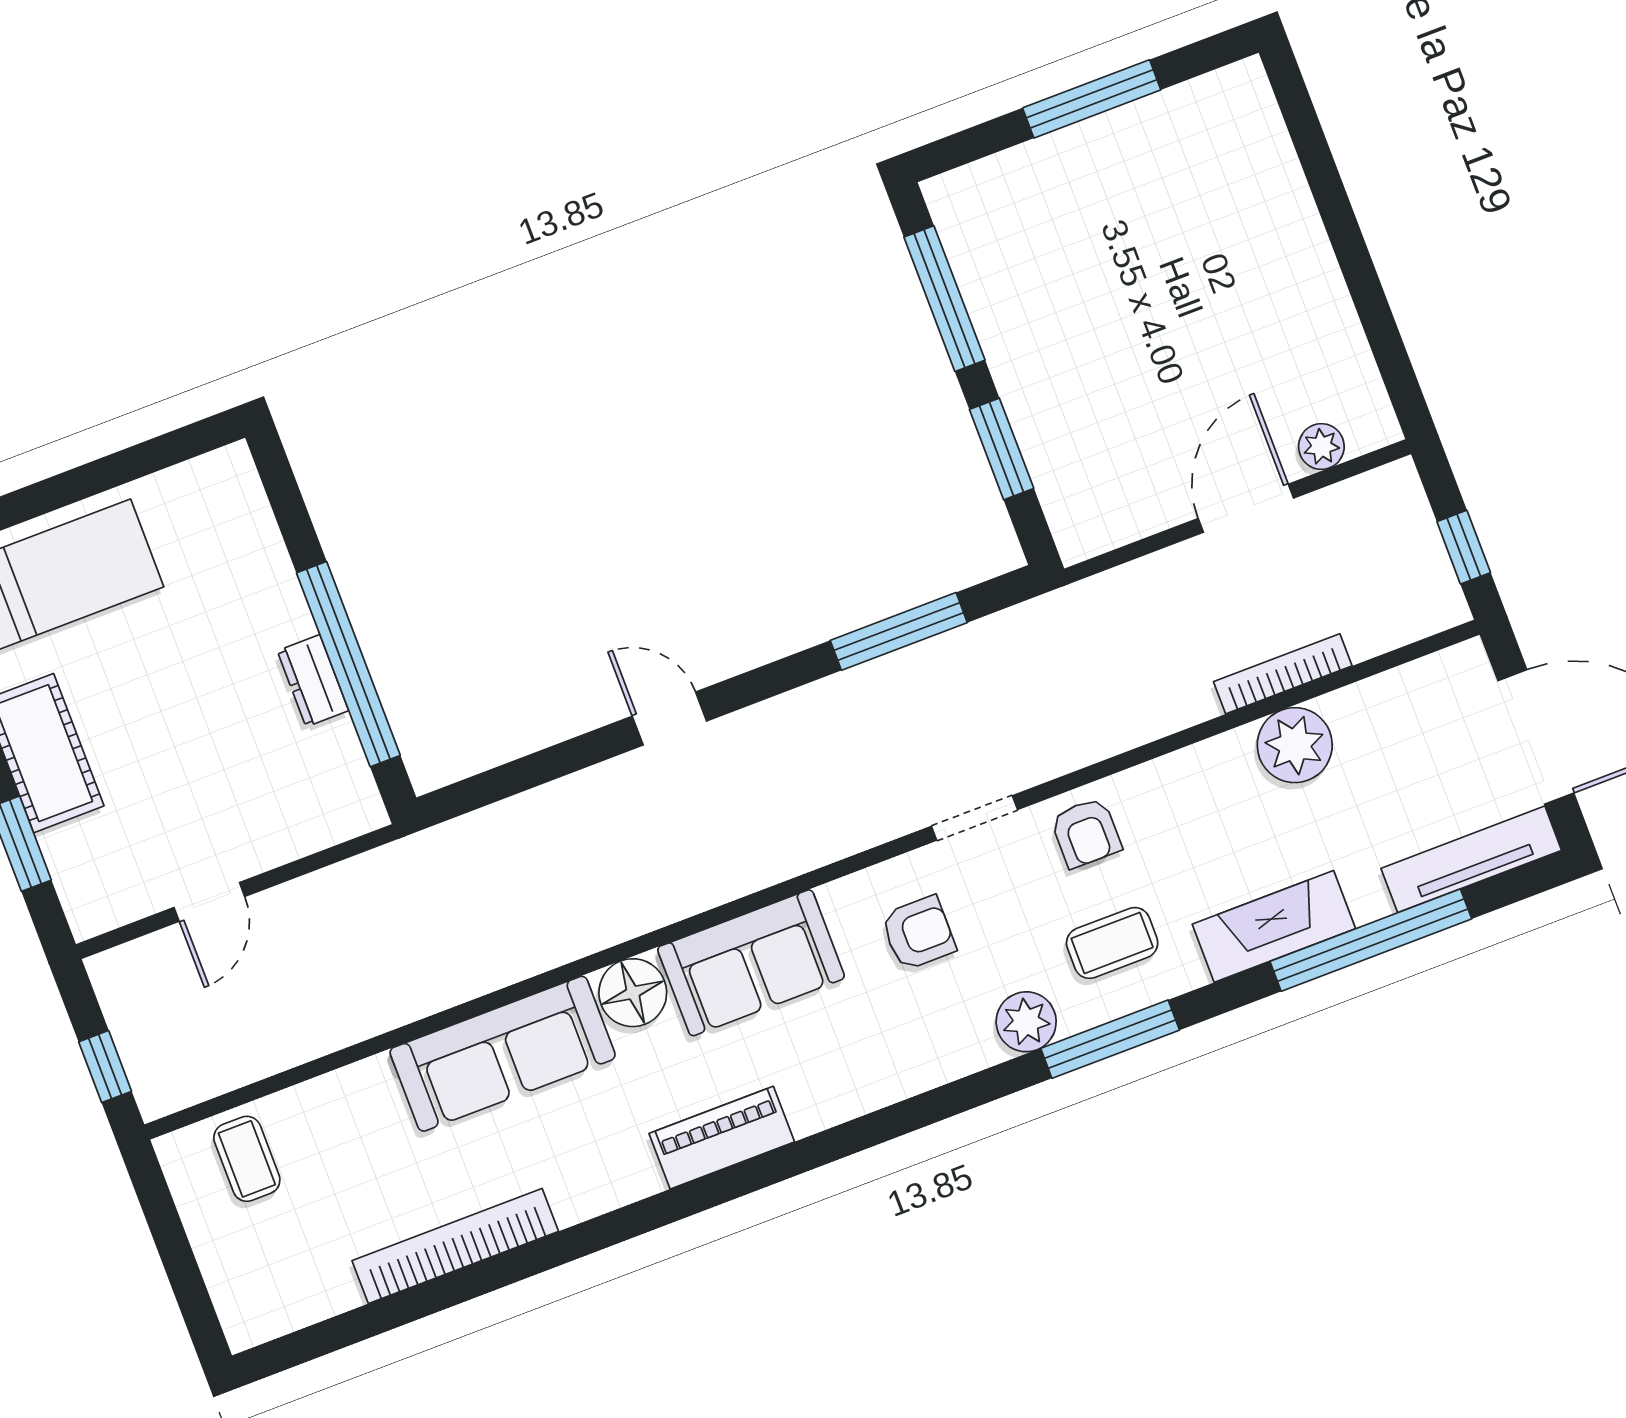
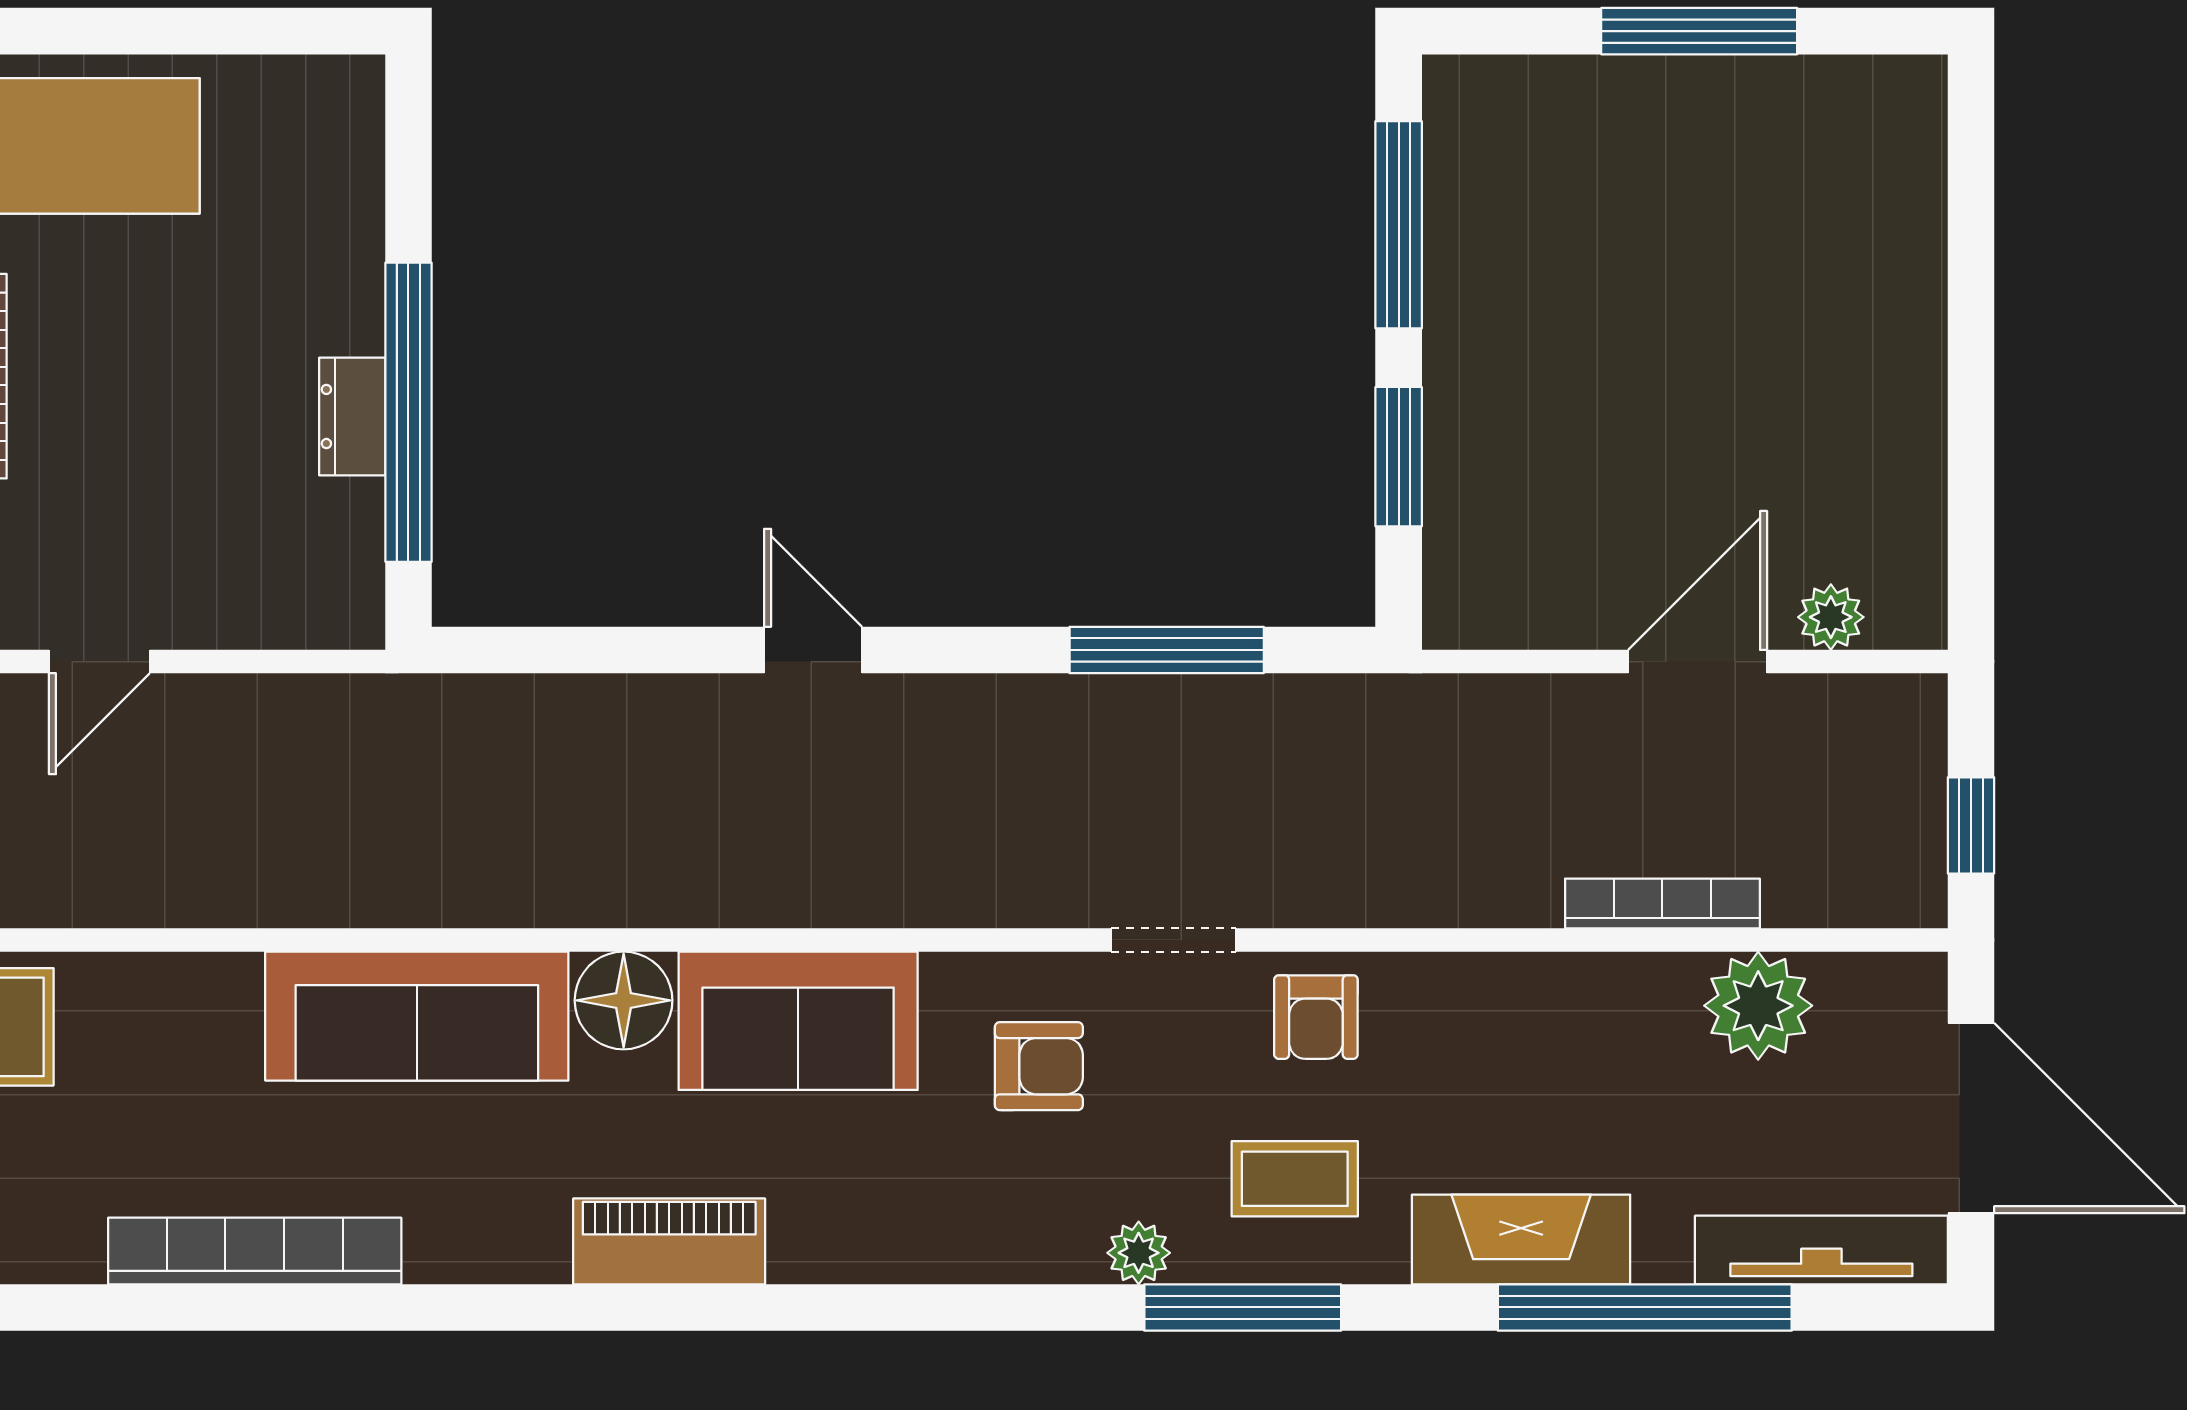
plant: (1295, 745) -> (1758, 1006), moved
plant: (1026, 1022) -> (1139, 1253), width x0.73, depth x0.73

